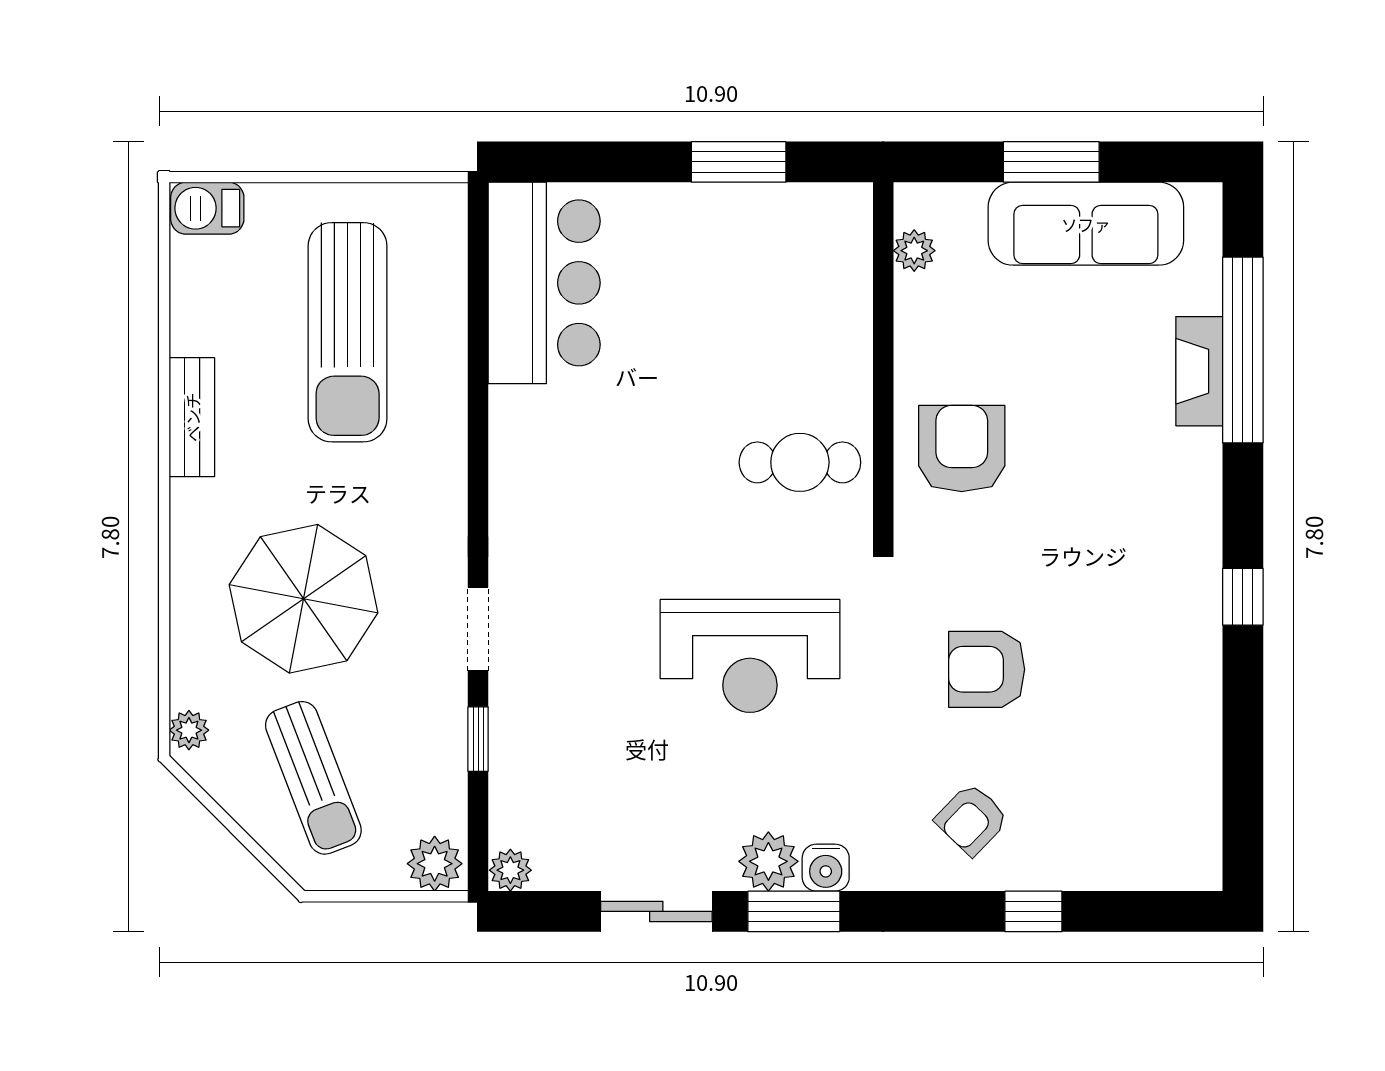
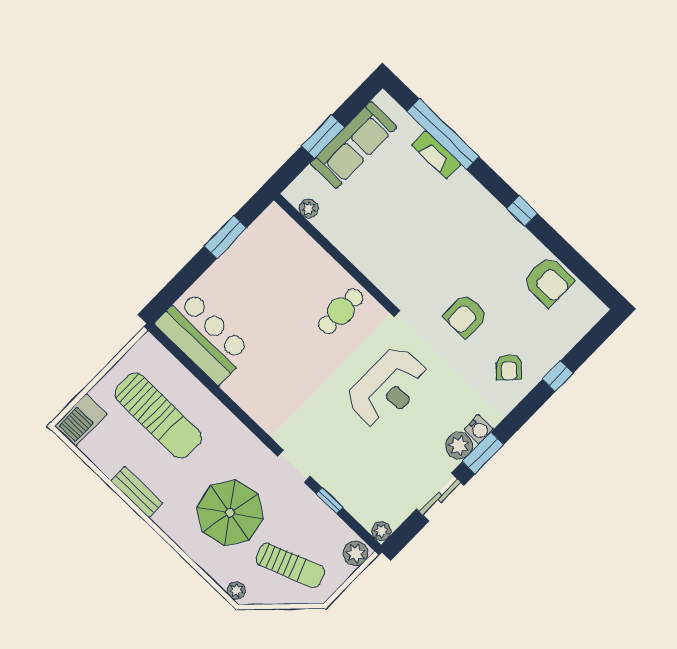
barbecue: (207, 208) -> (81, 420), width x1.38, depth x1.27
armchair: (962, 449) -> (548, 281), moved, turned 180

